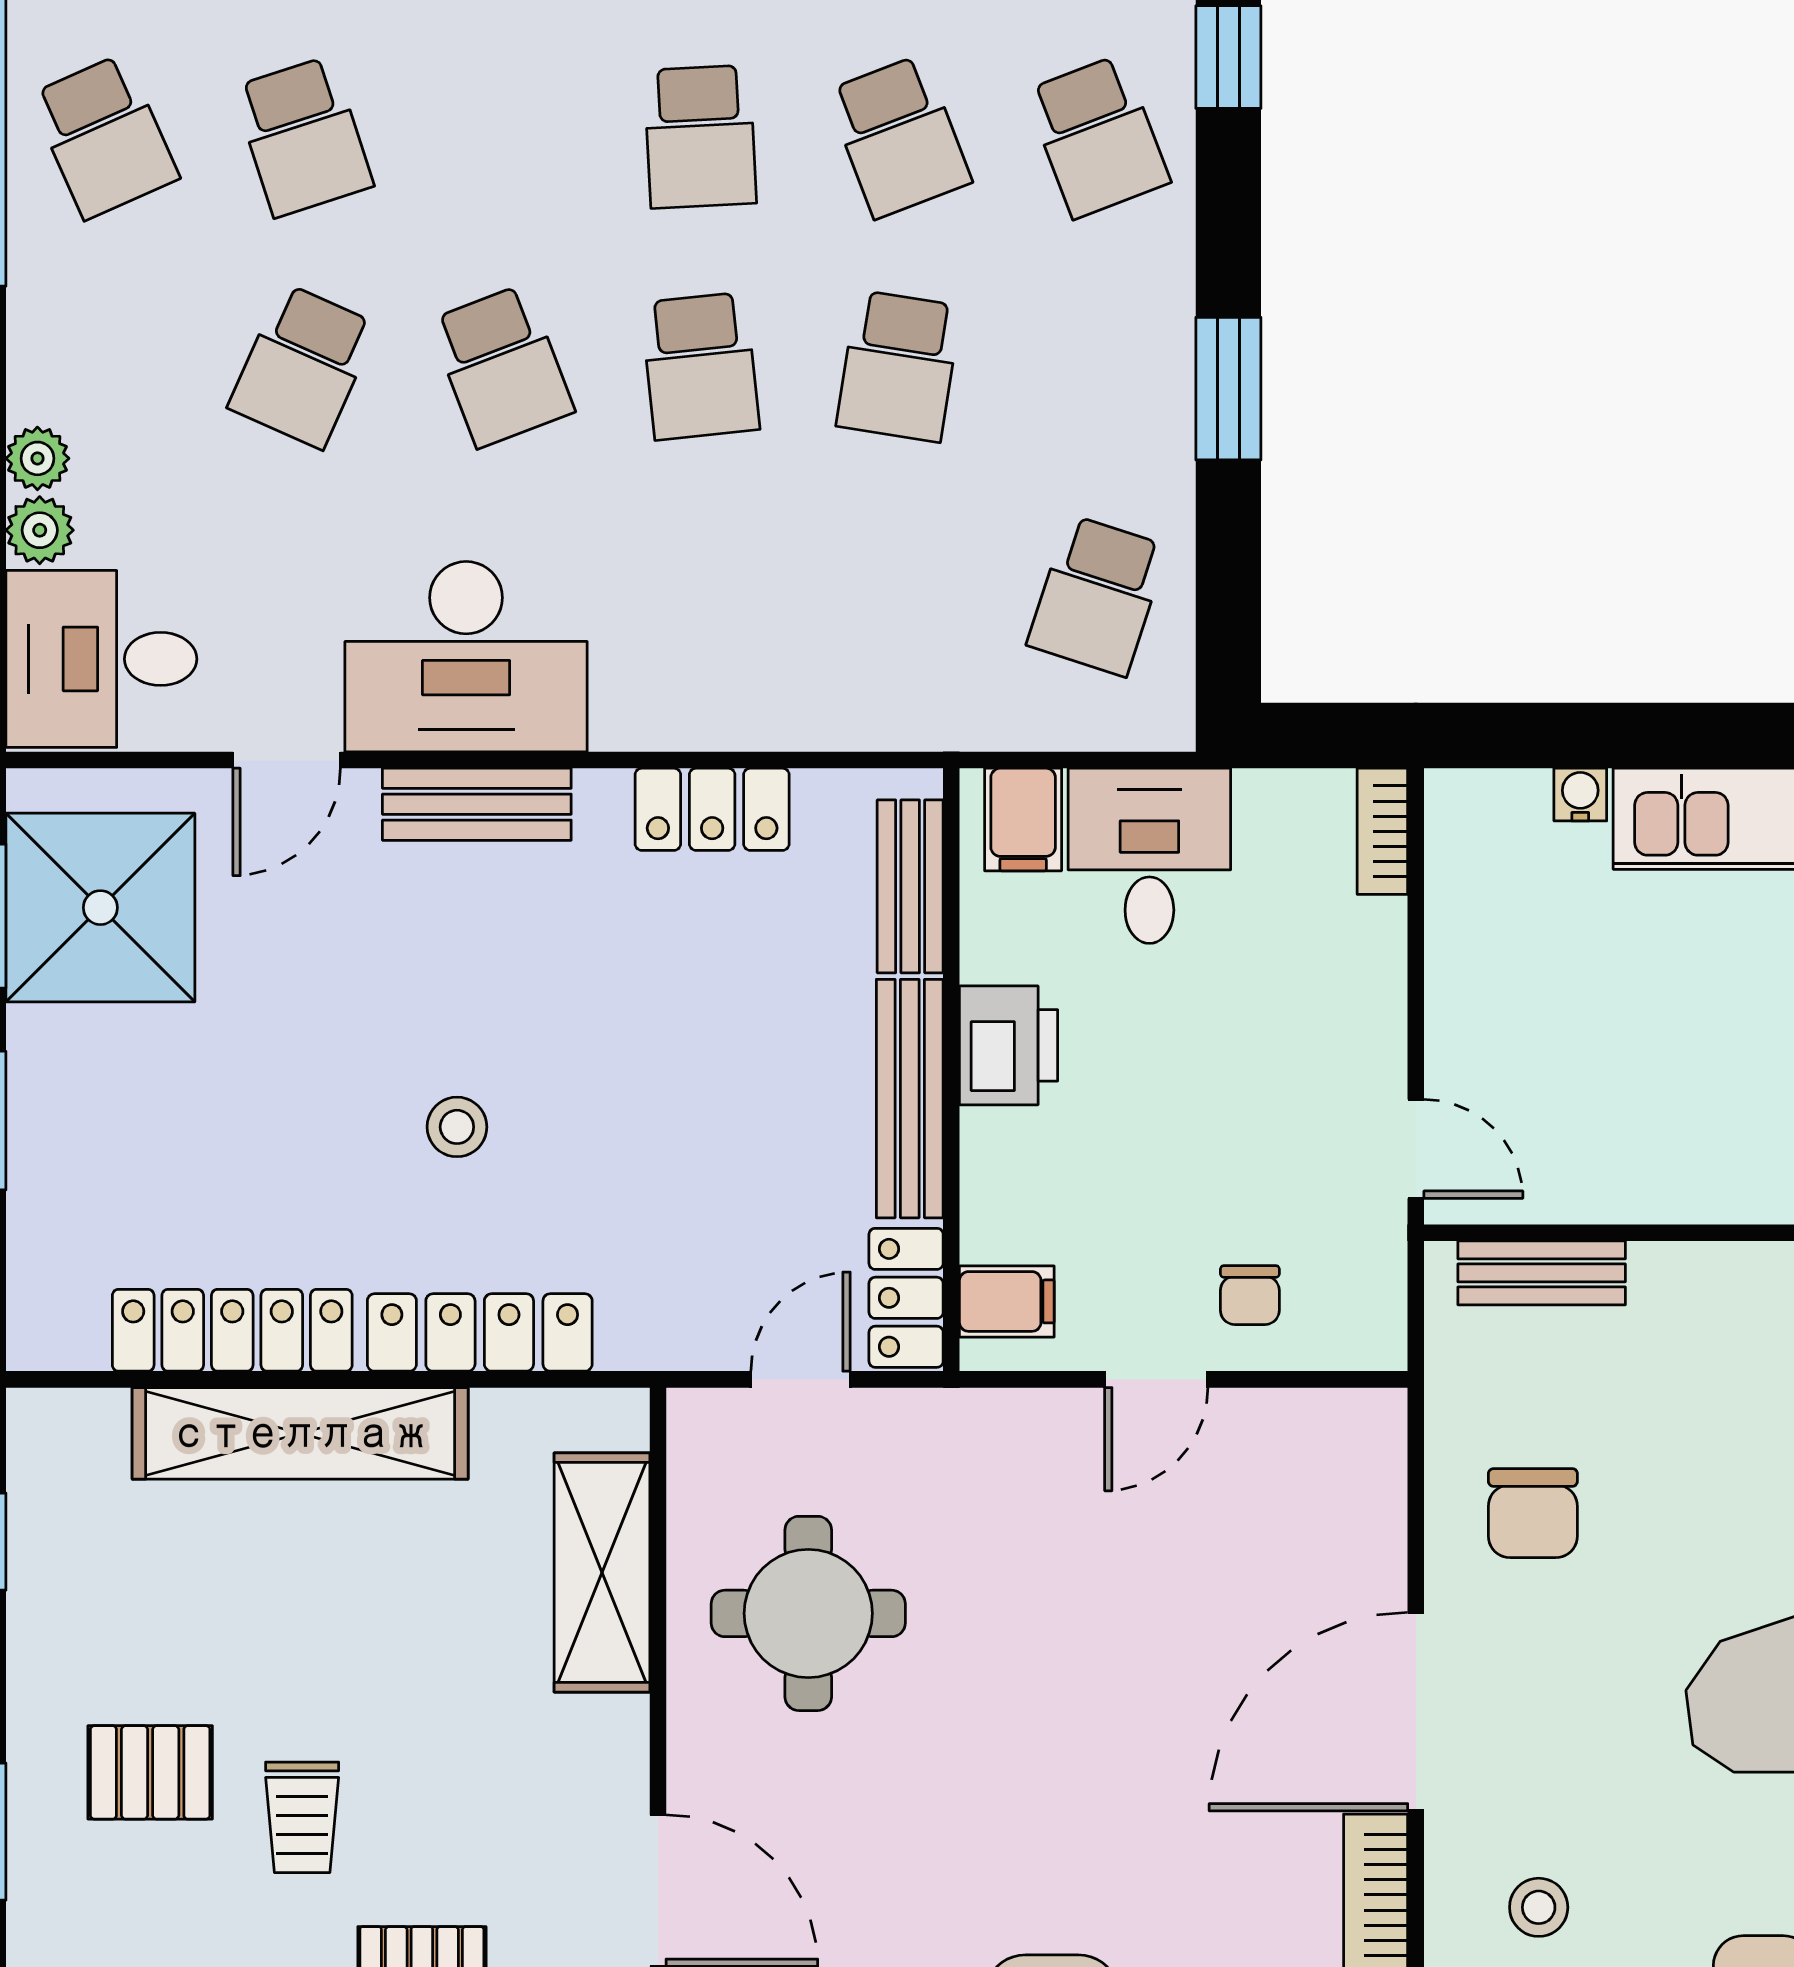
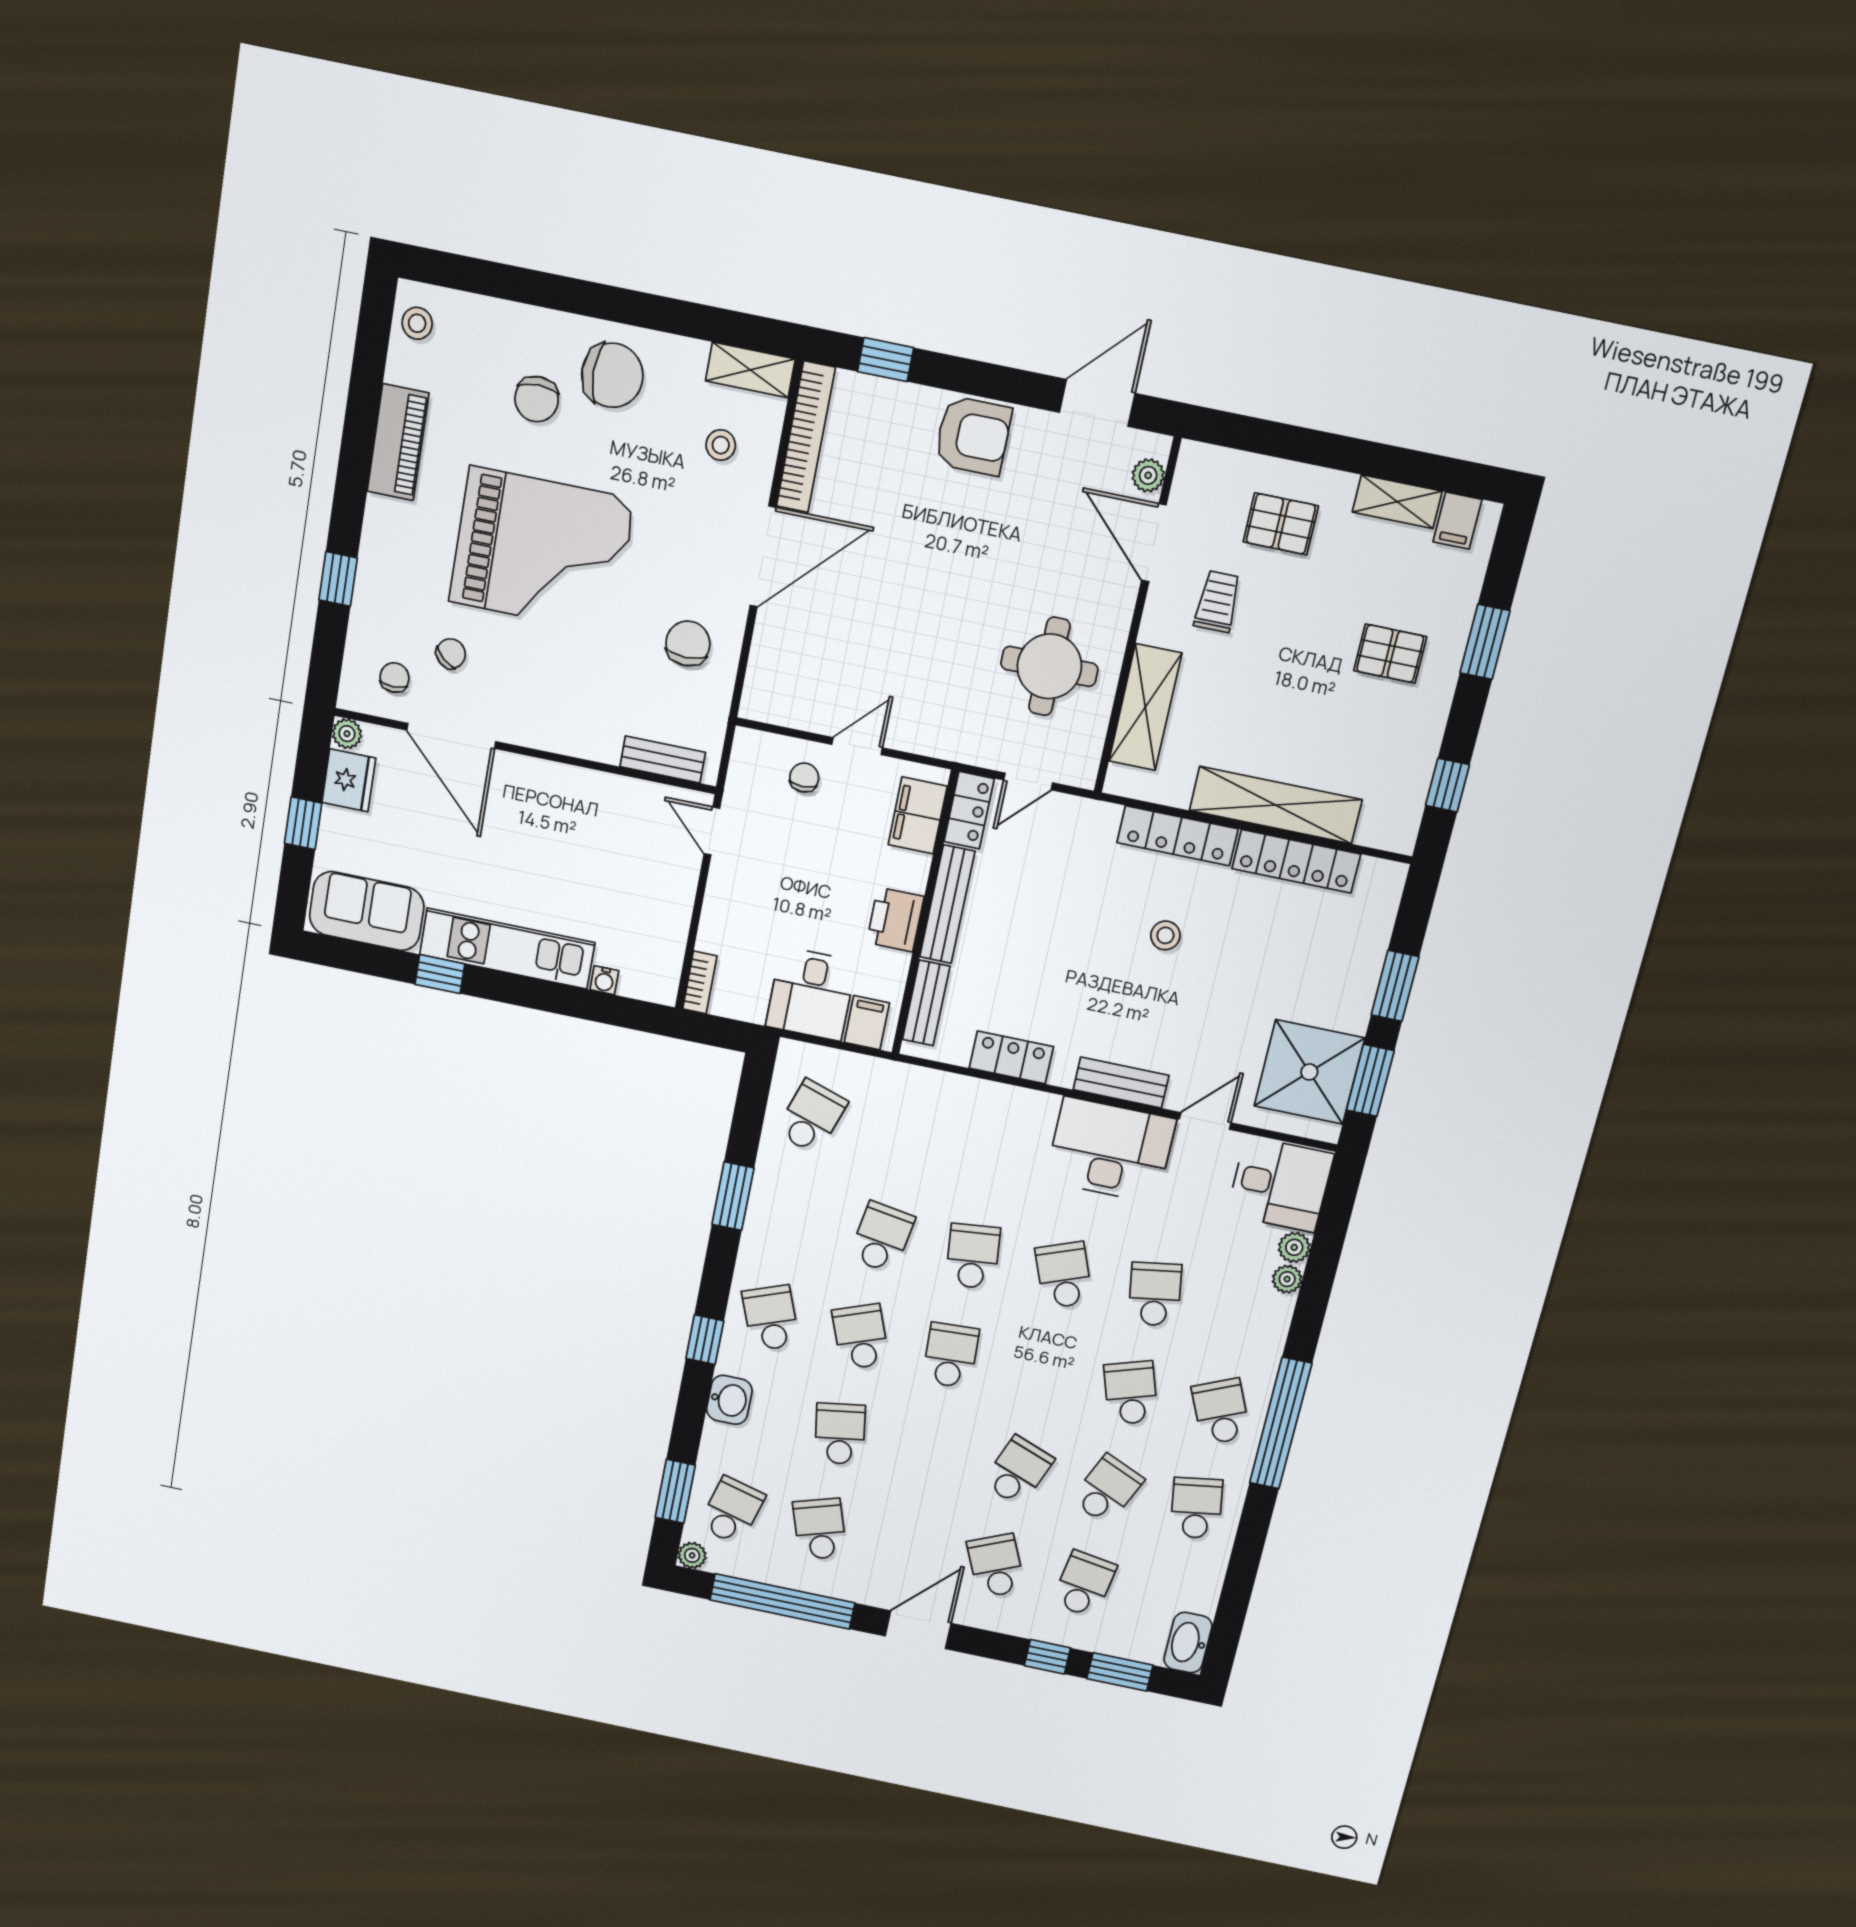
school desk: (303, 366) -> (1155, 1294), turned -33
filing cabinet: (1007, 1301) -> (918, 815), width x2.00
trolley: (302, 1817) -> (1217, 602), moved

